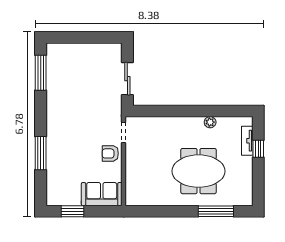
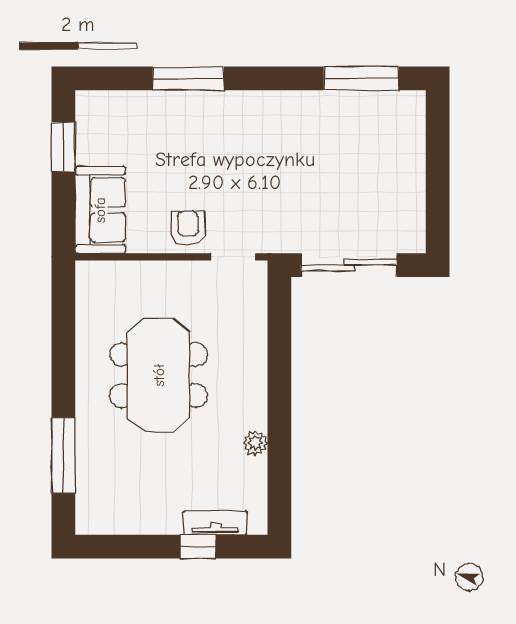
sliding door: (127, 79) -> (349, 265), width x1.37
meeting table: (198, 171) -> (159, 375), moved

